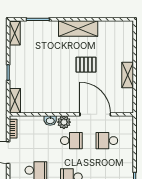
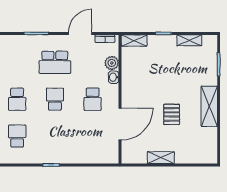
shelving: (15, 33) -> (189, 40), moved
plant: (64, 122) -> (112, 63), moved
school desk: (107, 141) -> (93, 136), removed

